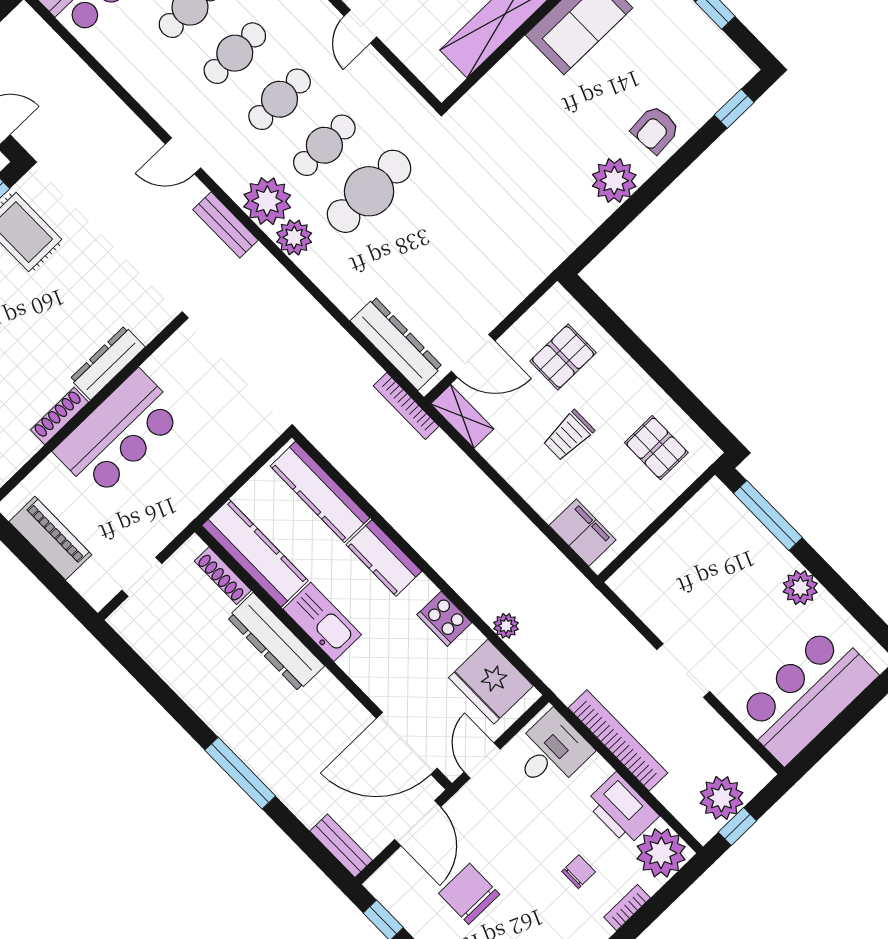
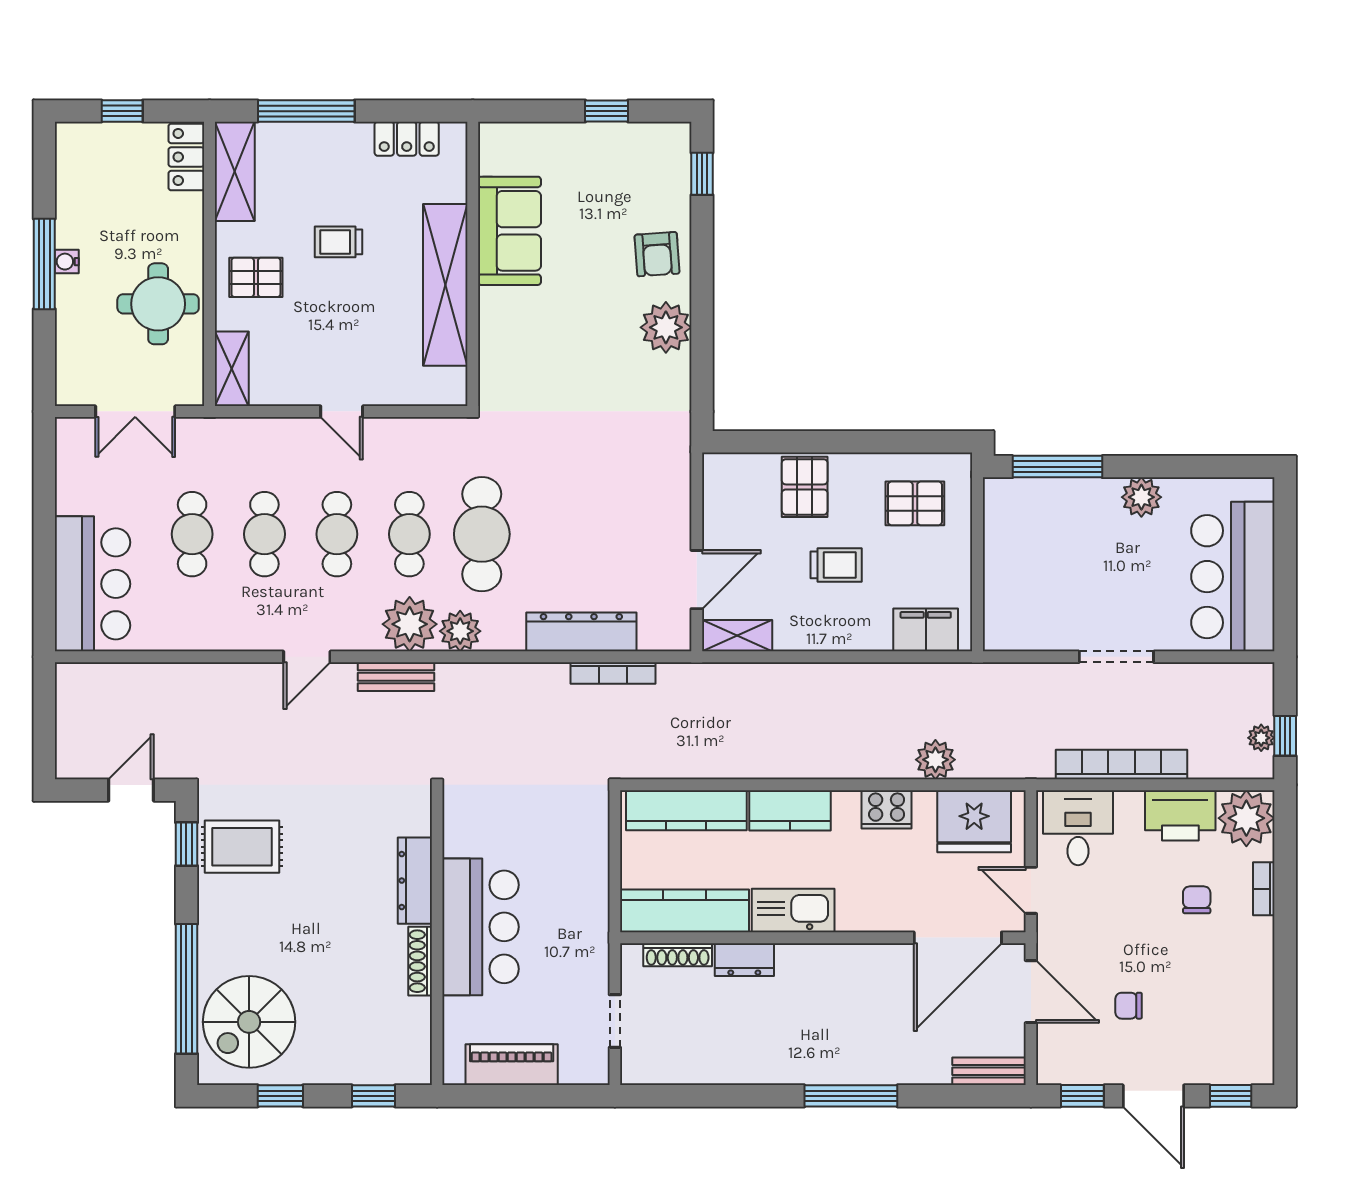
dresser: (396, 344) -> (581, 632), moved
pallet: (563, 357) -> (805, 487), moved
bookcase: (406, 406) -> (613, 673), moved
trolley: (568, 436) -> (836, 565), turned -90
plant: (506, 626) -> (935, 760), width x1.38, depth x1.38
dresser: (276, 642) -> (744, 960), width x0.51, depth x0.80
plant: (722, 798) -> (1261, 738), width x0.53, depth x0.53
chair: (469, 894) -> (1129, 1006), width x0.54, depth x0.54

